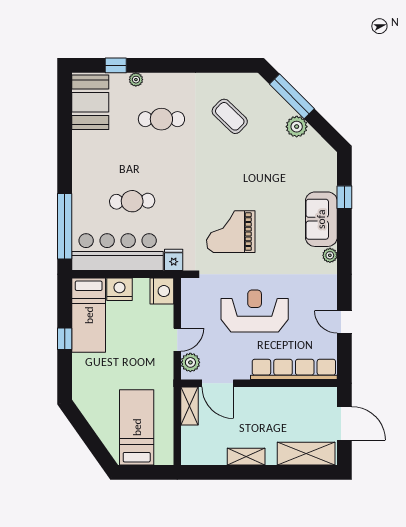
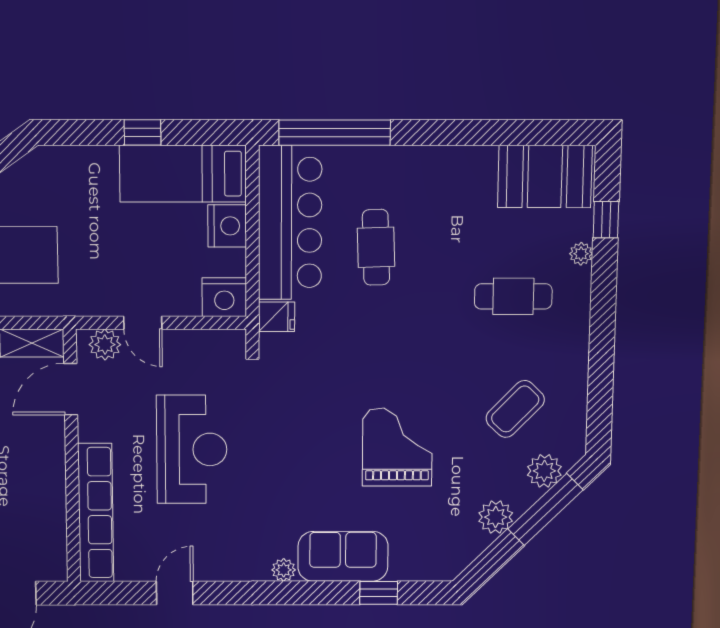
plant: (268, 98) -> (544, 471), added
cafe table: (161, 119) -> (513, 296), turned 90
grand piano: (231, 232) -> (397, 447), moved

